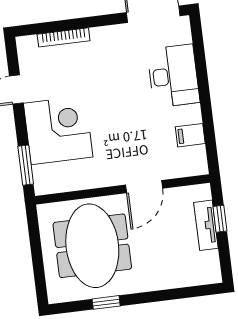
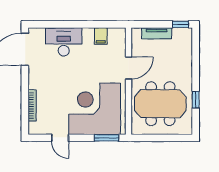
corner desk: (58, 130) -> (95, 109), width x1.36, depth x1.36
door: (144, 187) -> (129, 68), hinge flipped
window: (220, 219) -> (180, 24), moved

